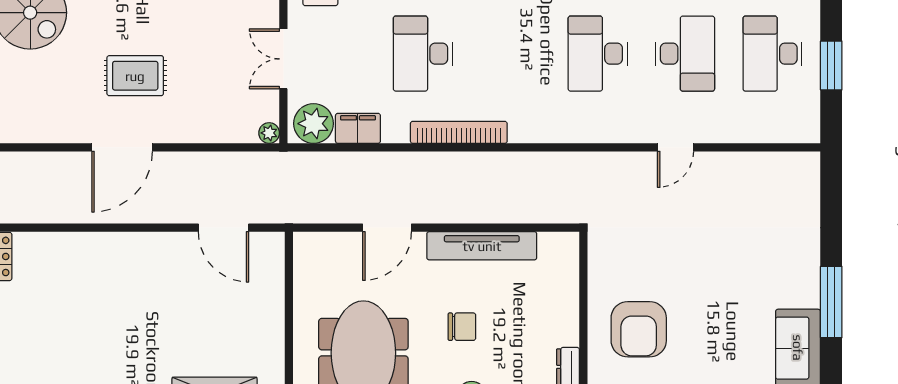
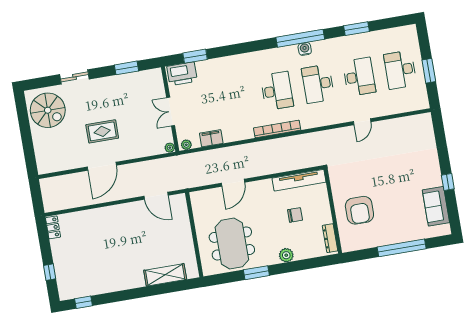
desk: (423, 54) -> (277, 91), moved, turned 180
plant: (314, 124) -> (186, 145), width x0.53, depth x0.53
bookcase: (459, 132) -> (277, 129), moved
tv unit: (482, 246) -> (299, 180), moved
window: (831, 302) -> (448, 182), width x0.46
chair: (462, 327) -> (295, 215), moved

